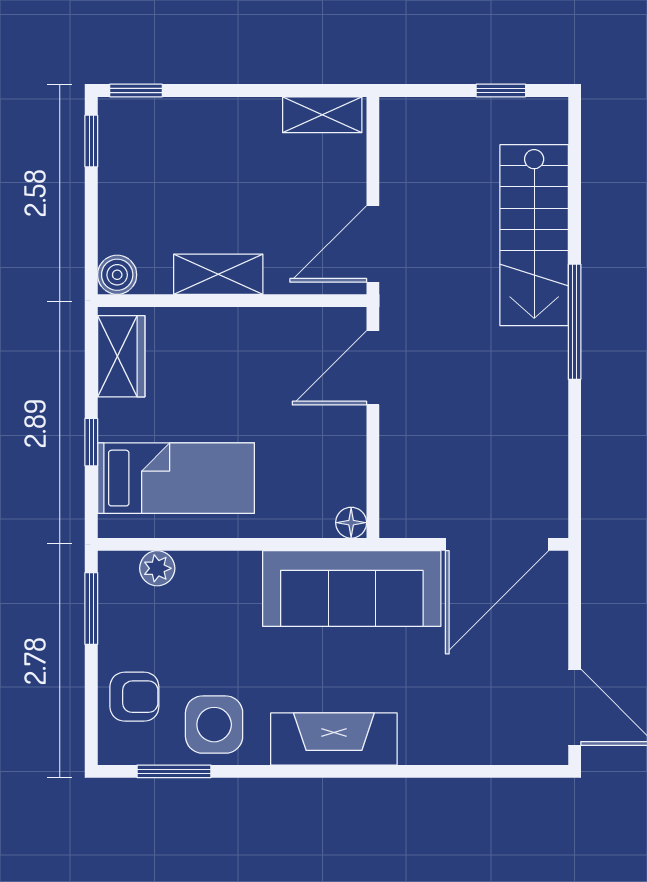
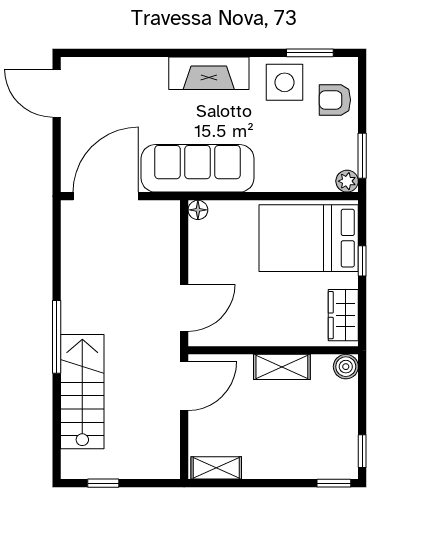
bed: (176, 478) -> (309, 238), width x1.50
plant: (157, 568) -> (347, 181), moved

